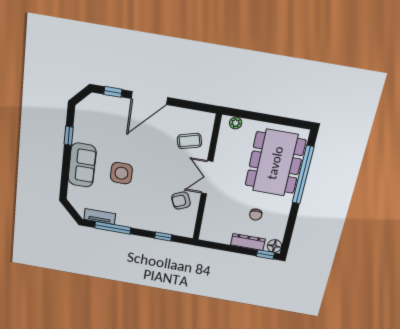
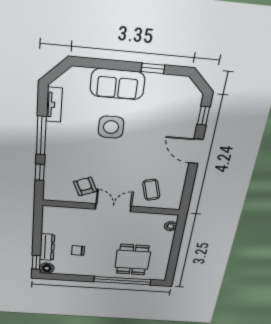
door: (149, 98) -> (196, 151), width x0.73
dining table: (275, 163) -> (133, 260), width x0.53, depth x0.80
window: (113, 228) -> (41, 136), moved

